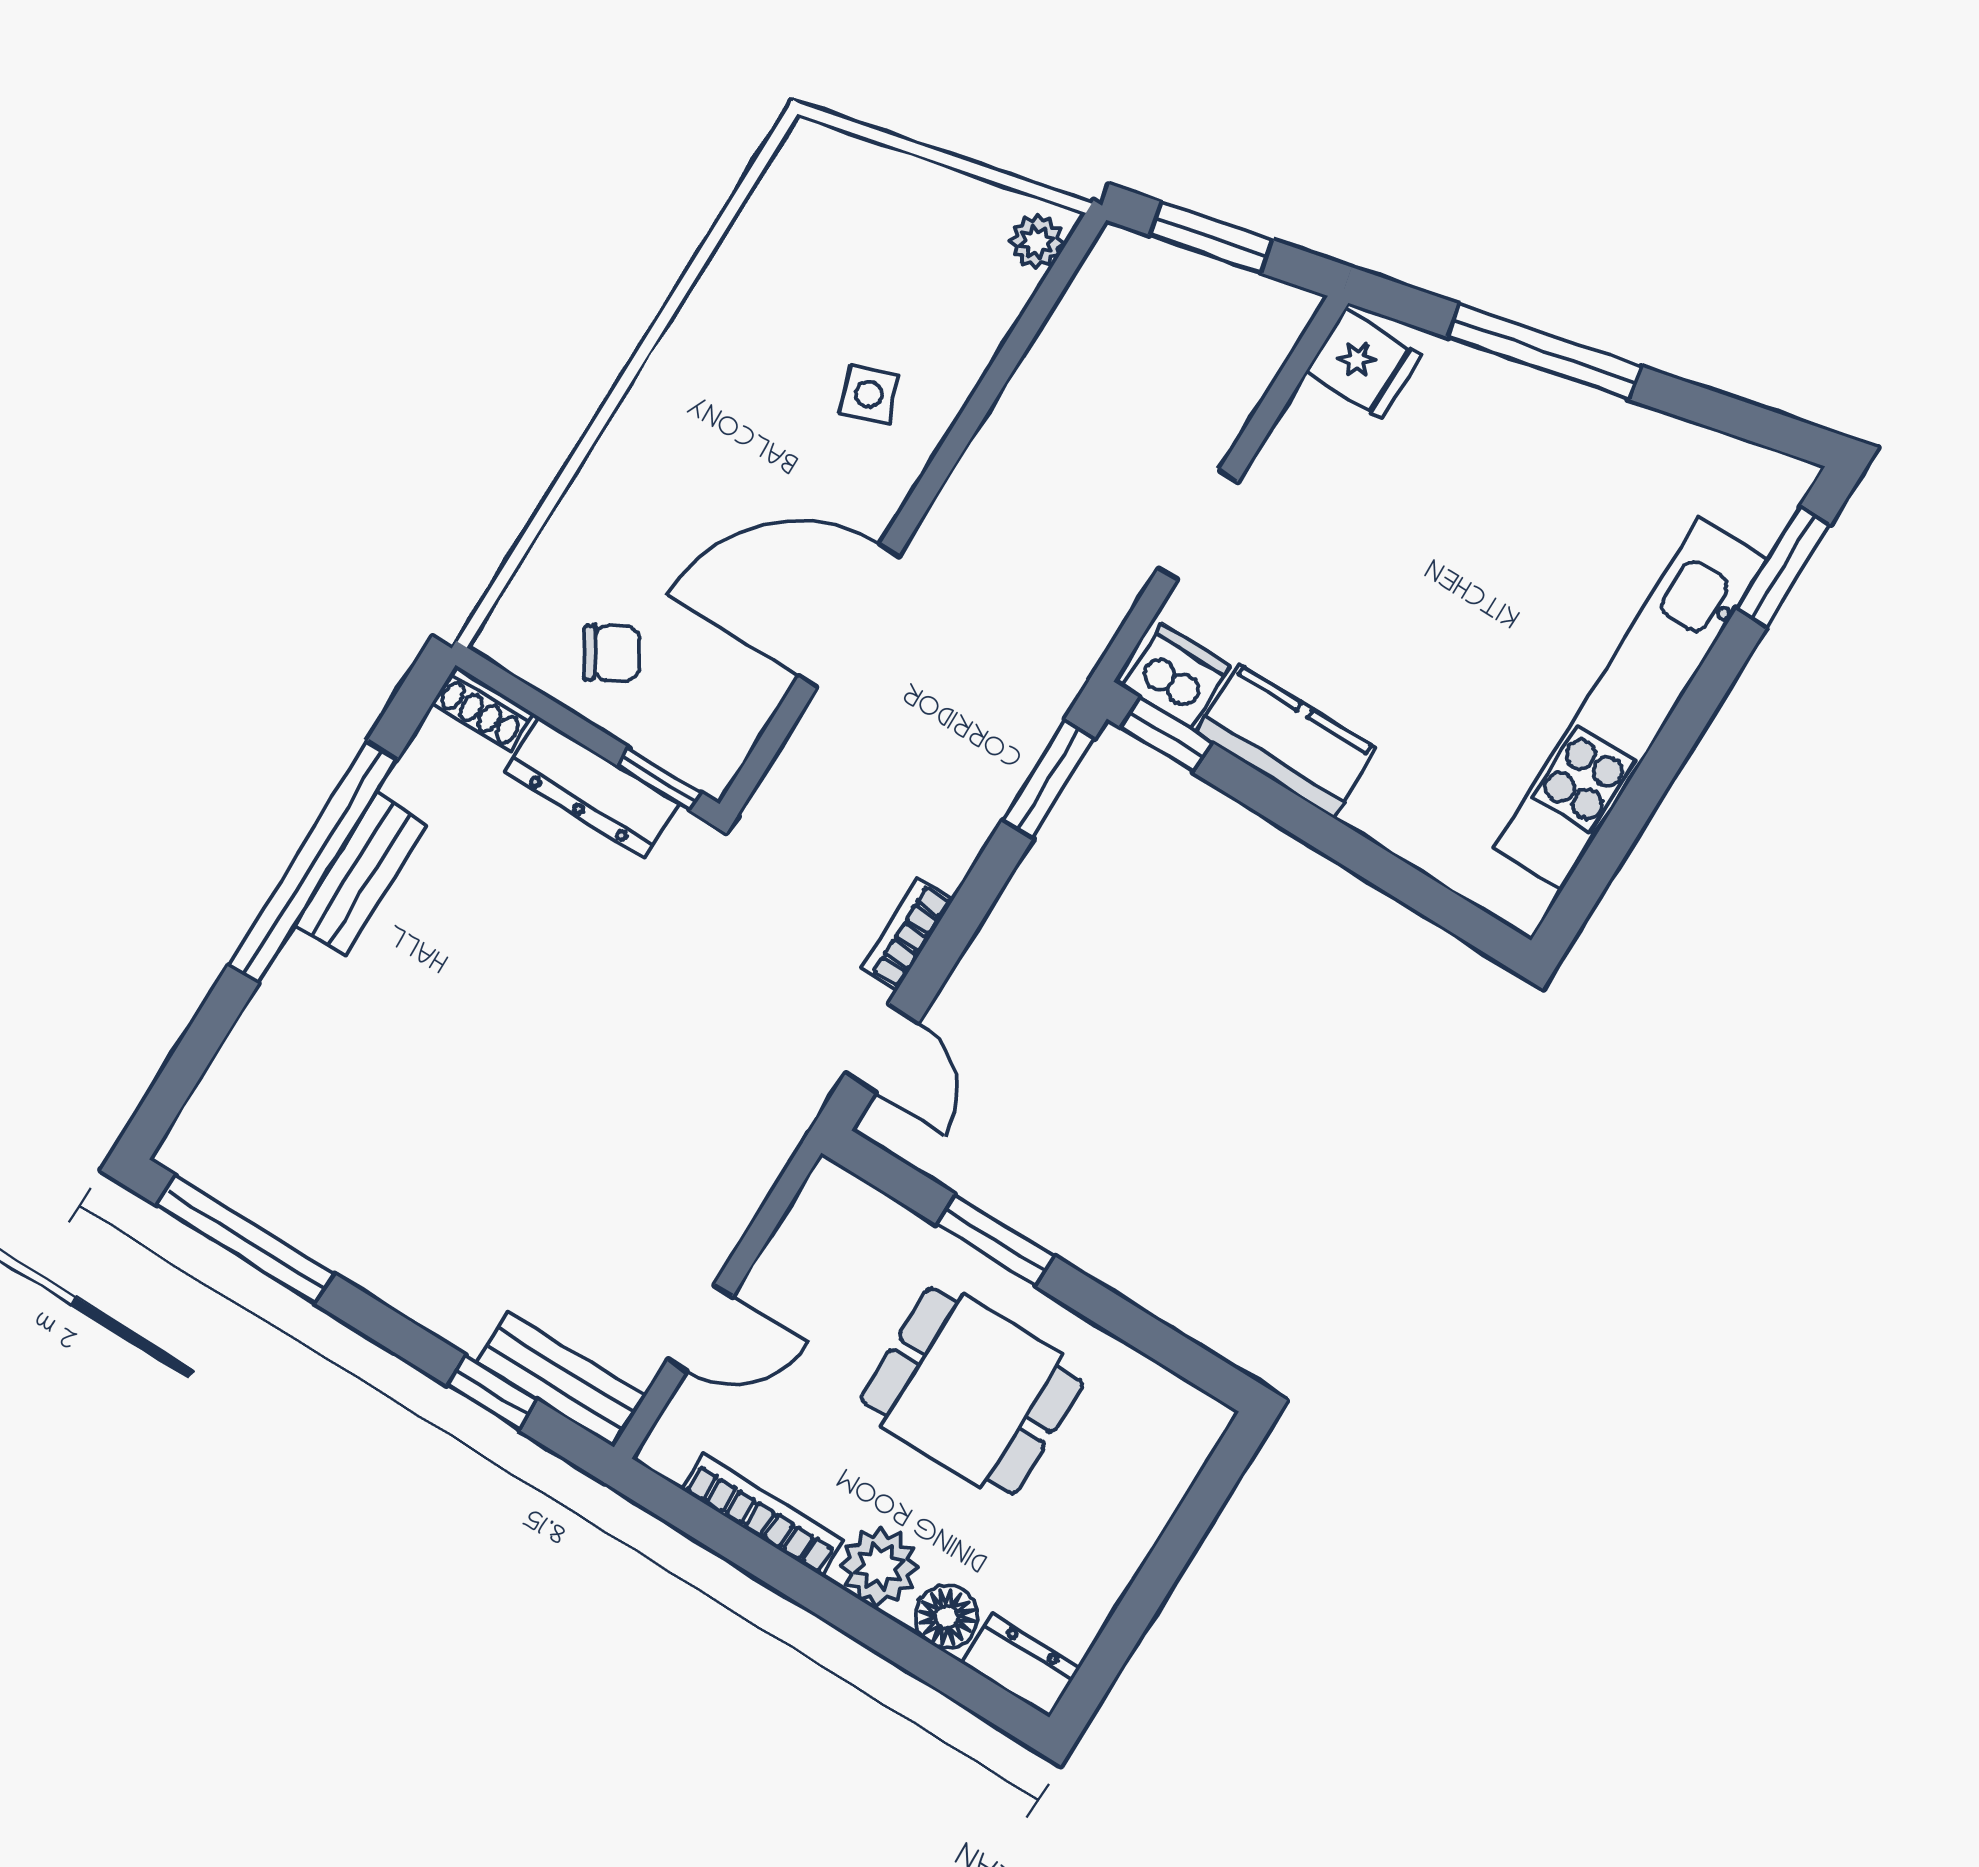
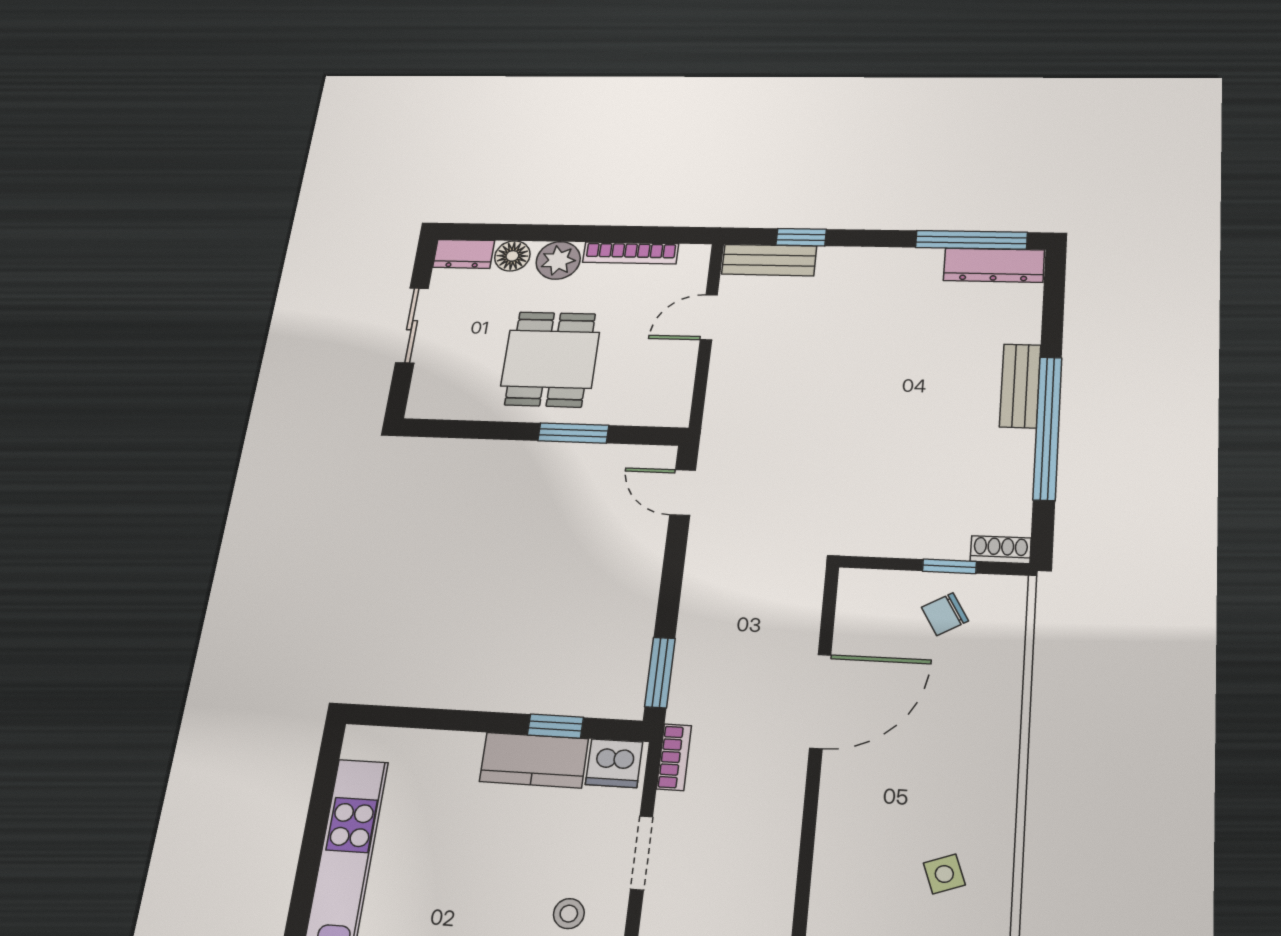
side table: (869, 394) -> (944, 874), moved
stool: (1336, 491) -> (569, 914), added
window: (1166, 735) -> (555, 726), moved
window: (659, 779) -> (949, 566), moved
dresser: (592, 787) -> (994, 265), moved, turned 180
bench: (360, 875) -> (1020, 386), moved
bookcase: (907, 934) -> (674, 757), moved
dining table: (972, 1391) -> (550, 359), turned 90
sliding door: (1157, 1577) -> (412, 325), added

